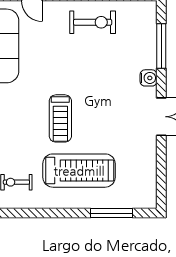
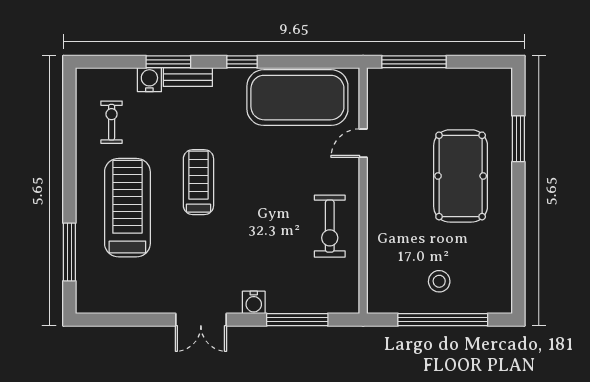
treadmill: (60, 118) -> (198, 182), turned 90
treadmill: (79, 171) -> (127, 208), turned 180

